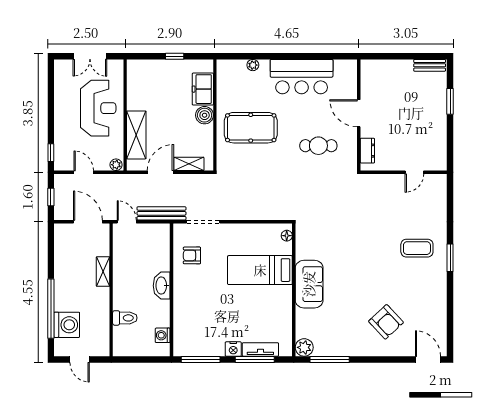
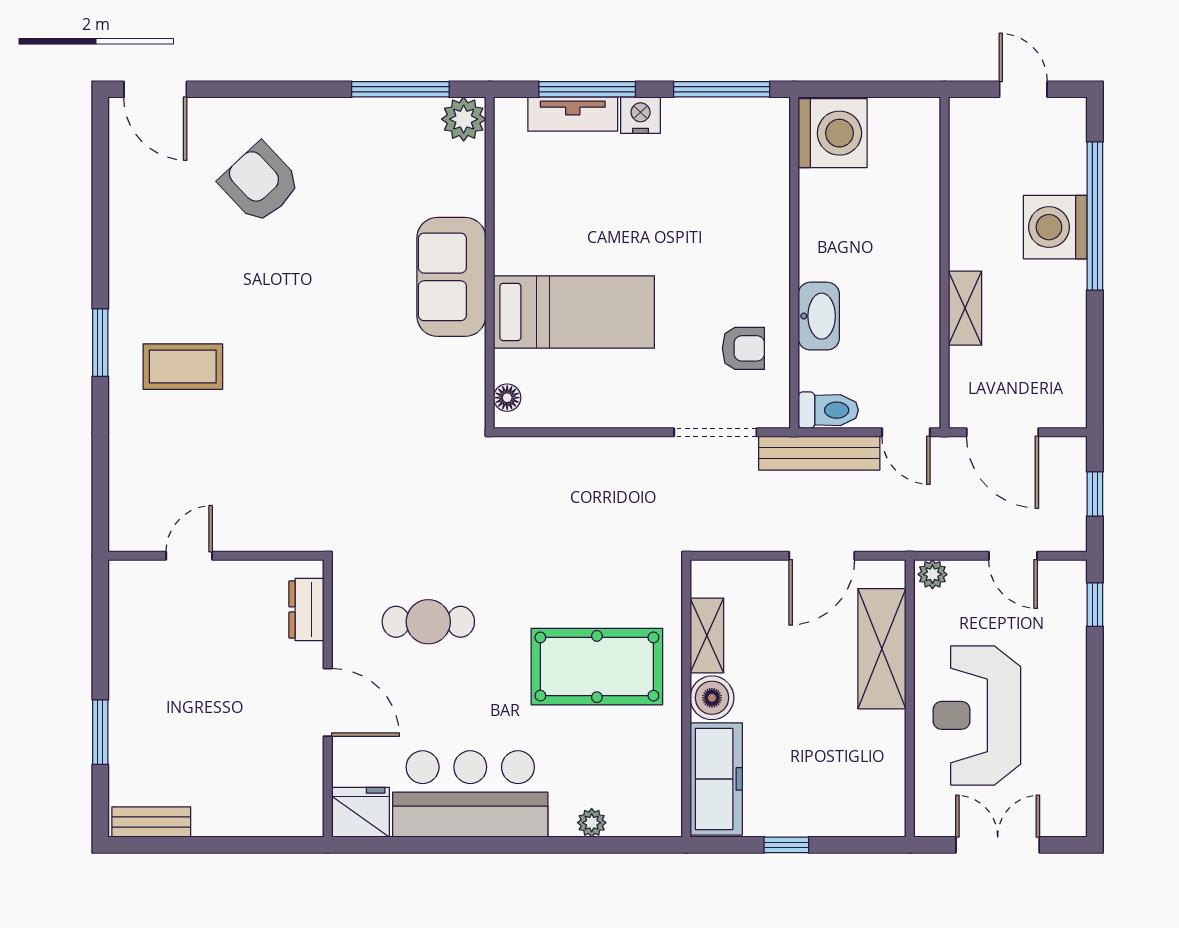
fridge: (346, 69) -> (361, 812), added
freezer: (203, 89) -> (716, 779), width x1.40
shelving: (189, 164) -> (707, 635), moved, turned 90
washbasin: (162, 286) -> (819, 316), moved
toilet: (125, 318) -> (828, 410), moved, turned 180
washing machine: (67, 325) -> (1055, 227), moved
washing machine: (163, 335) -> (833, 133), width x1.89, depth x1.89

